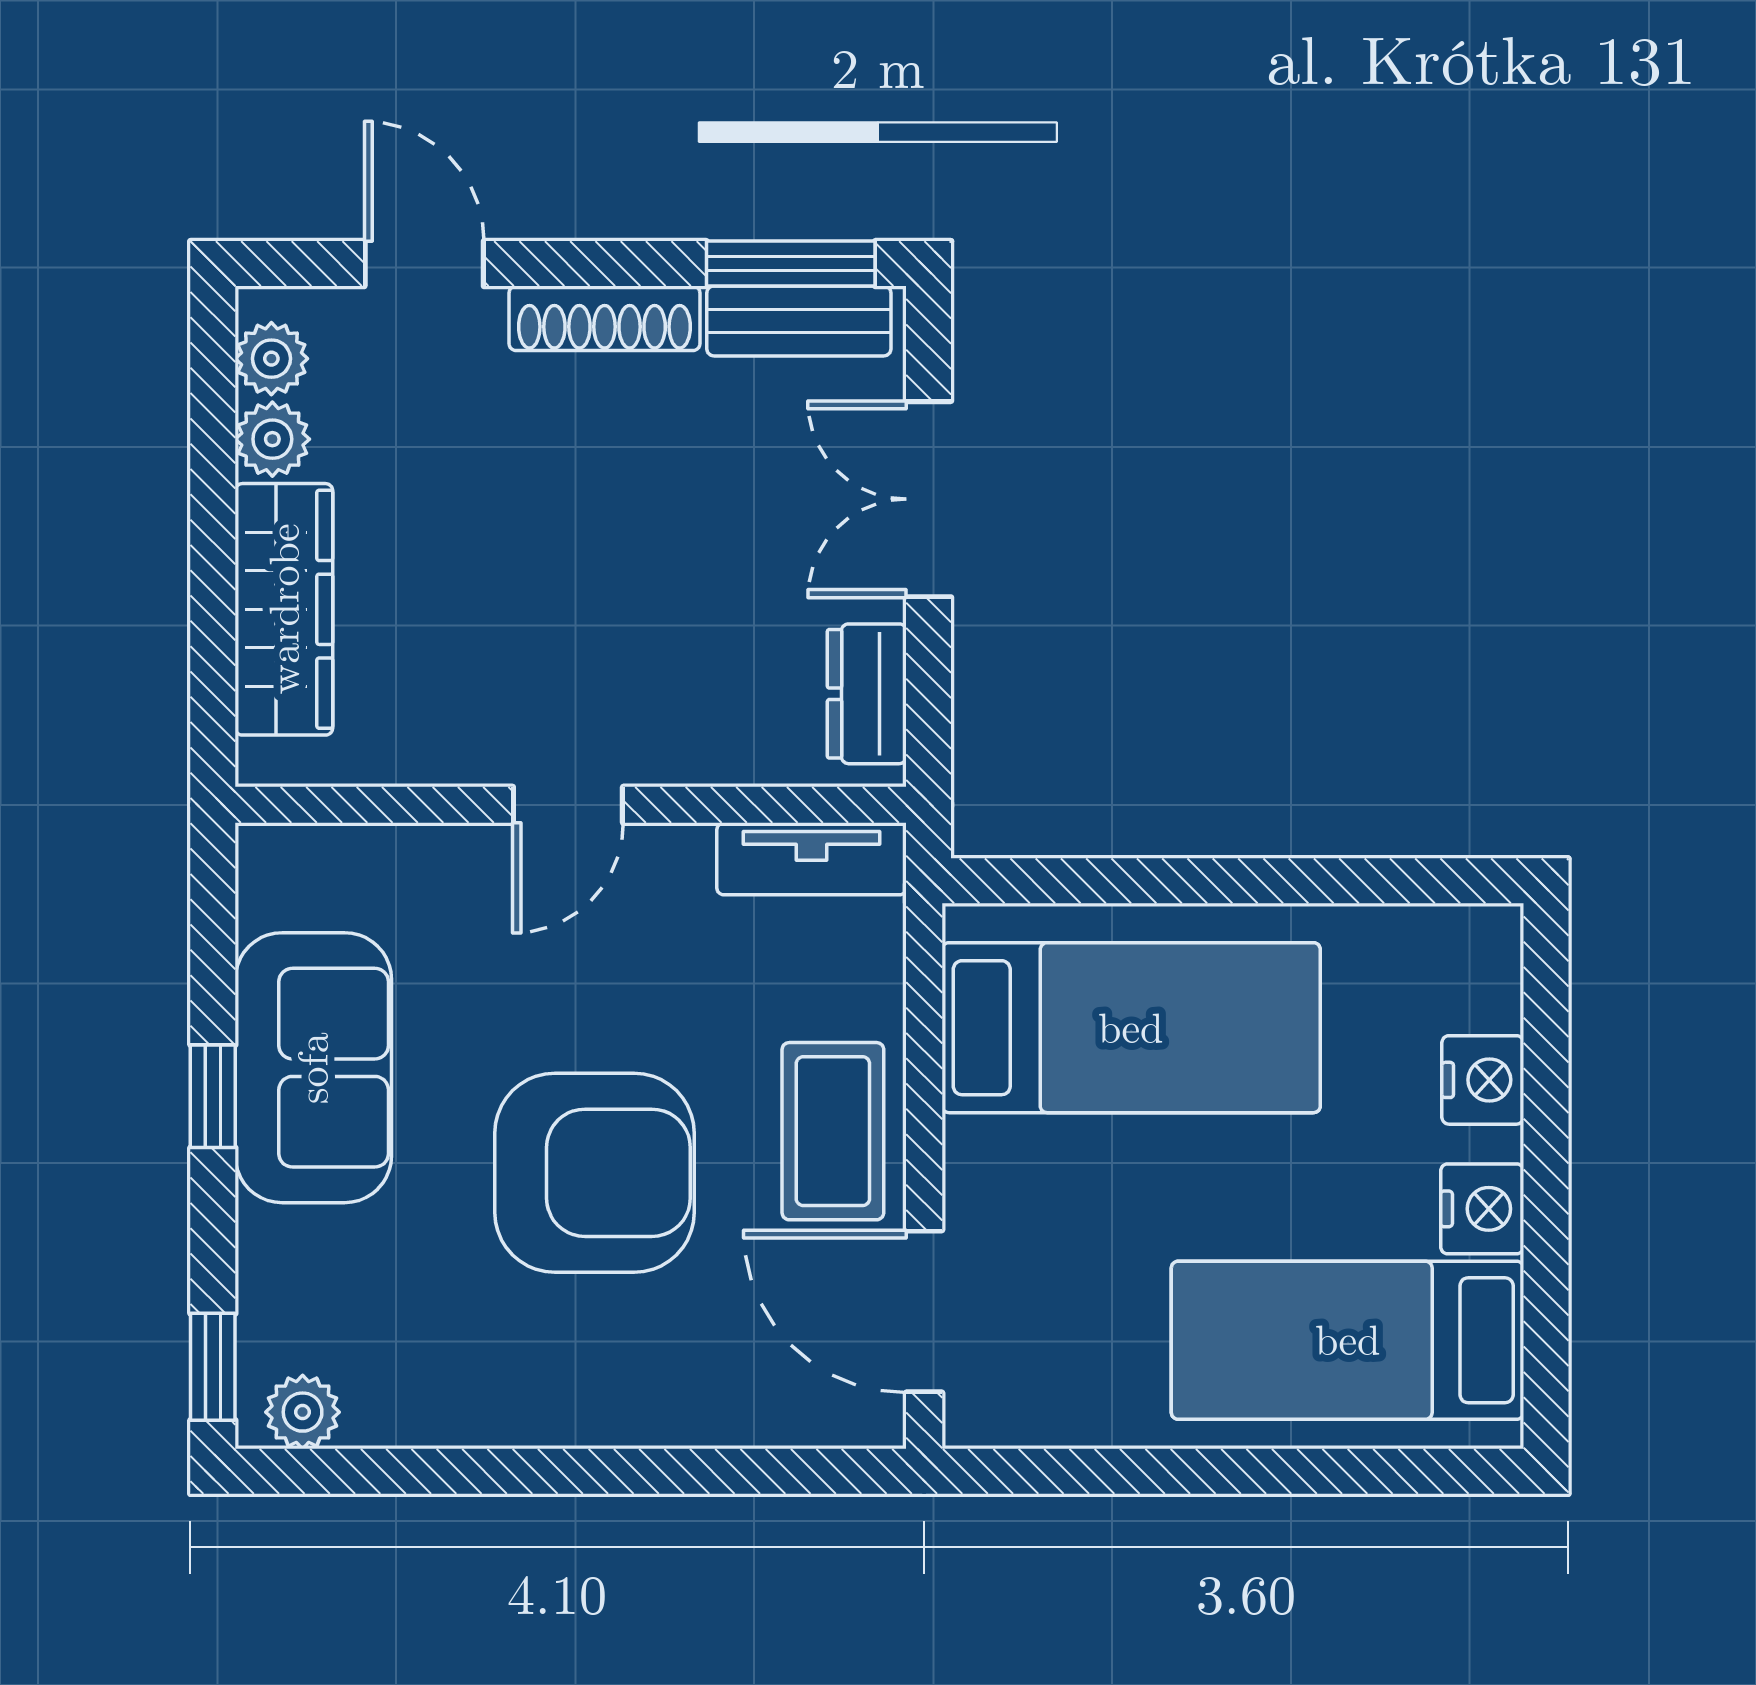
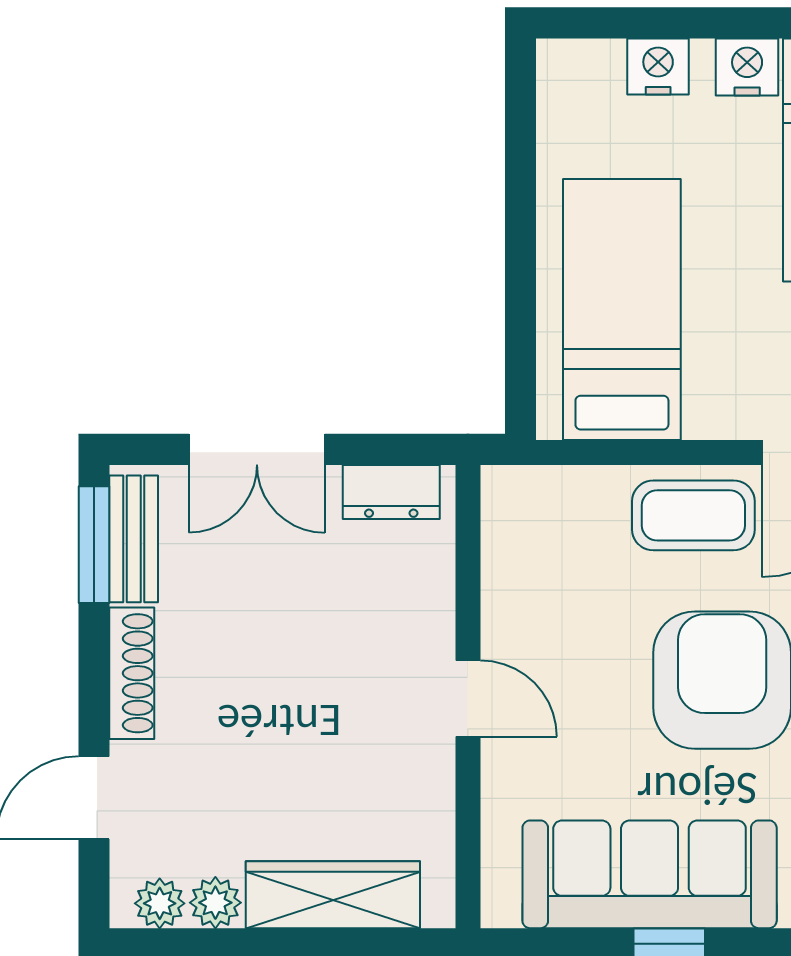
tv unit: (812, 859) -> (505, 530), removed
sofa: (313, 1068) -> (650, 874), width x1.36

